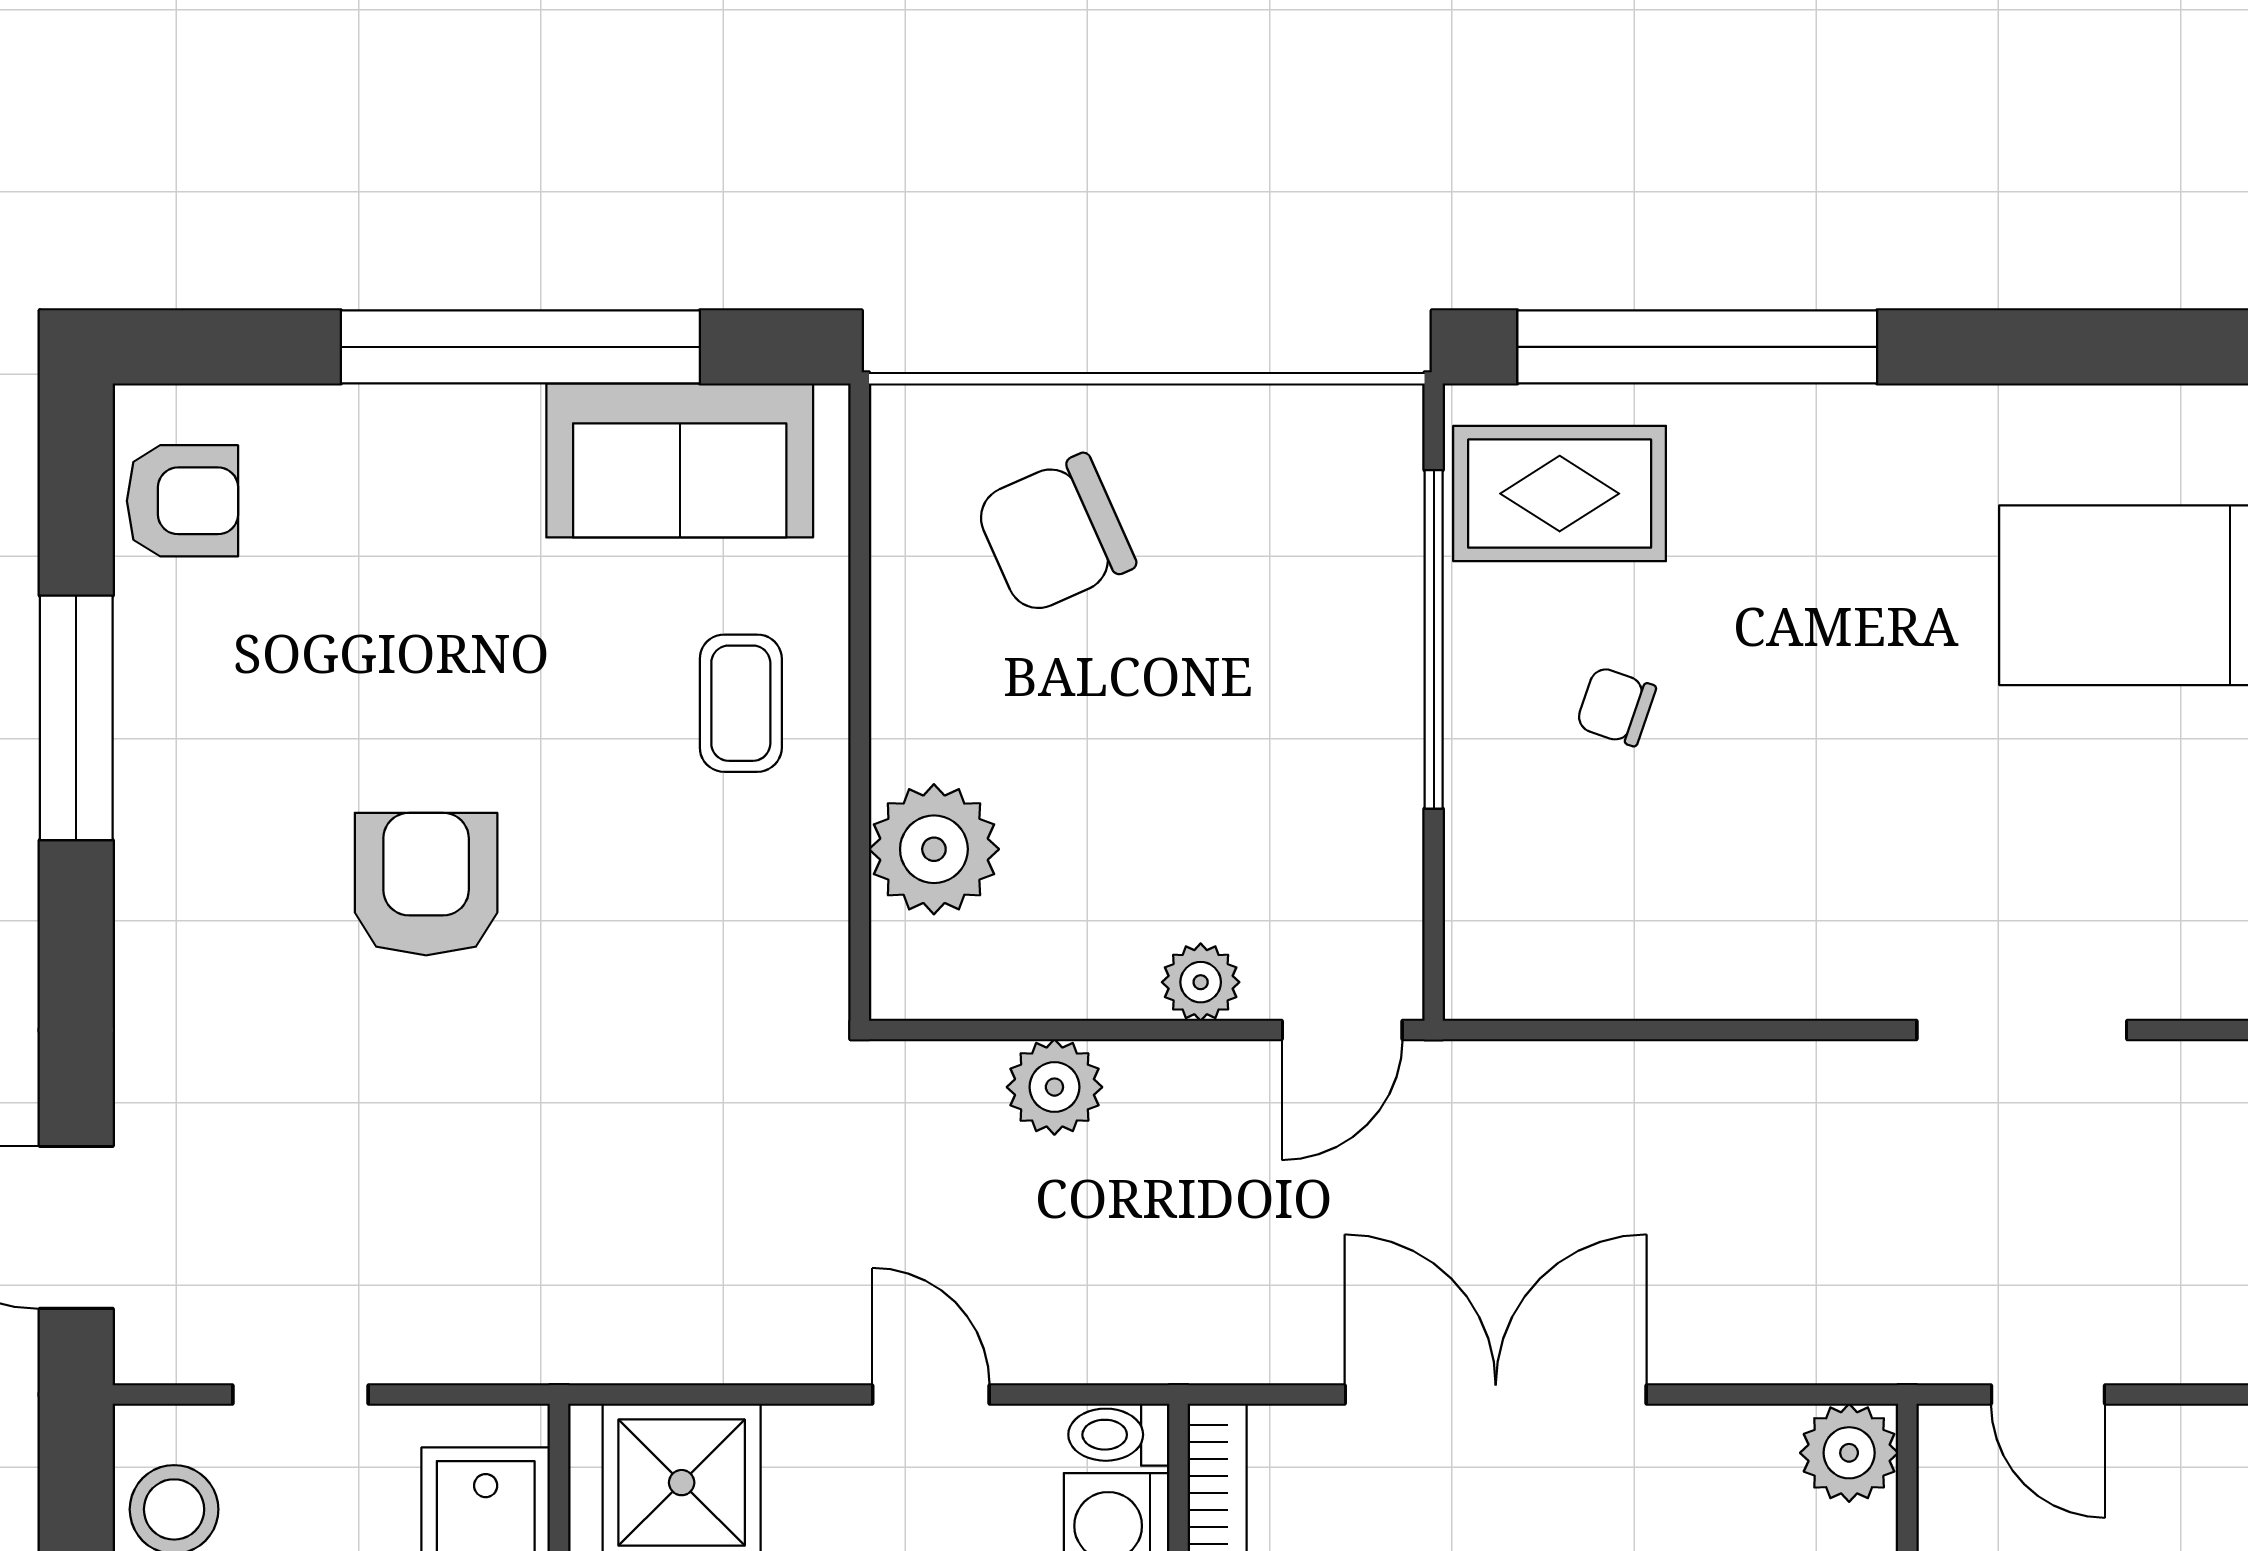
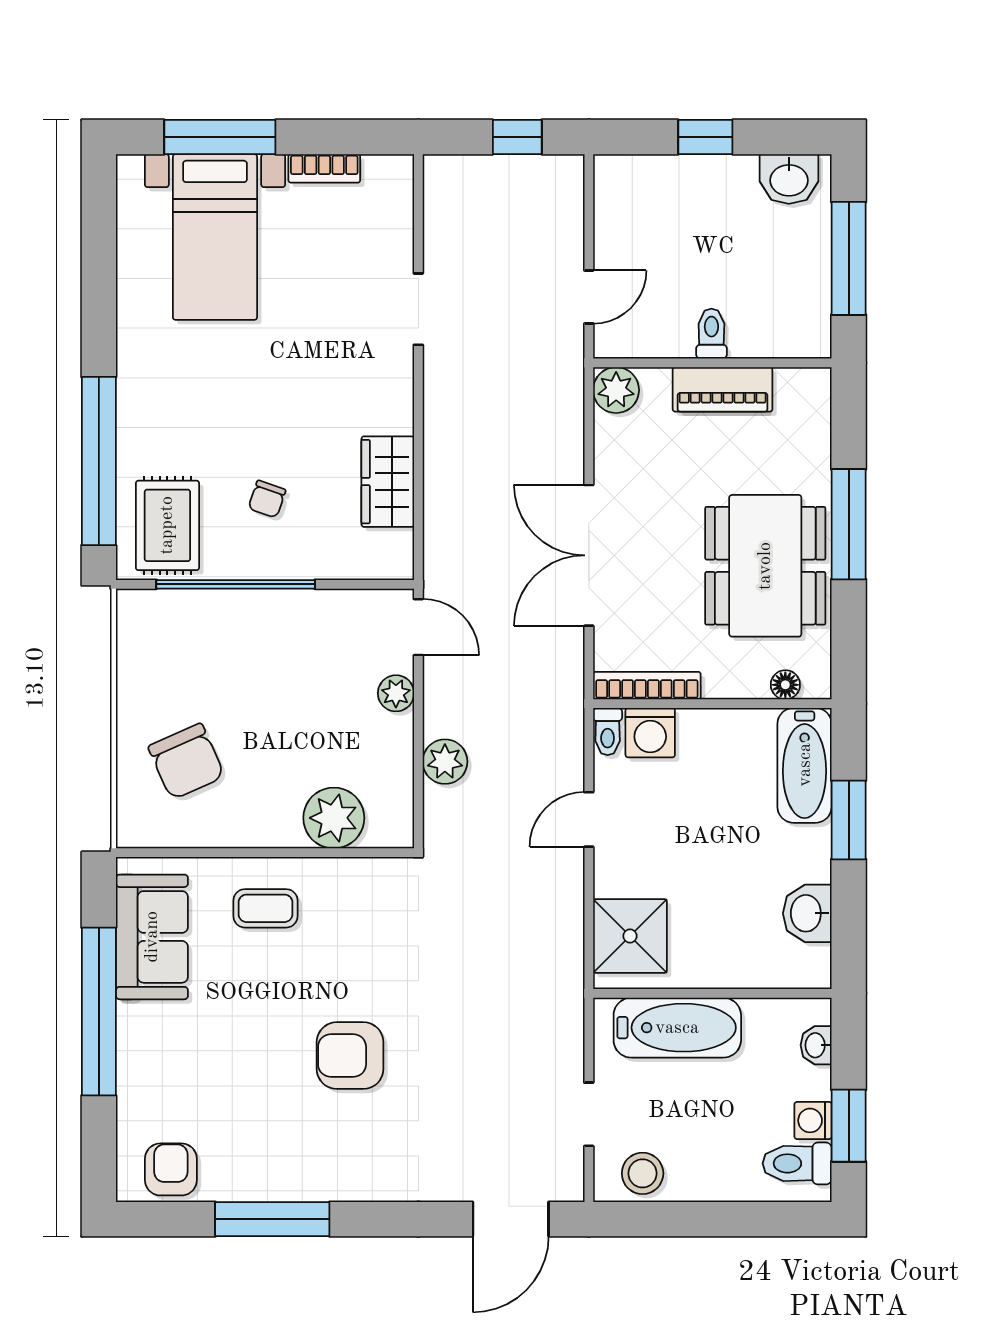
wardrobe: (1653, 965) -> (388, 482), added
doorway: (2022, 1030) -> (418, 309), width x0.73

